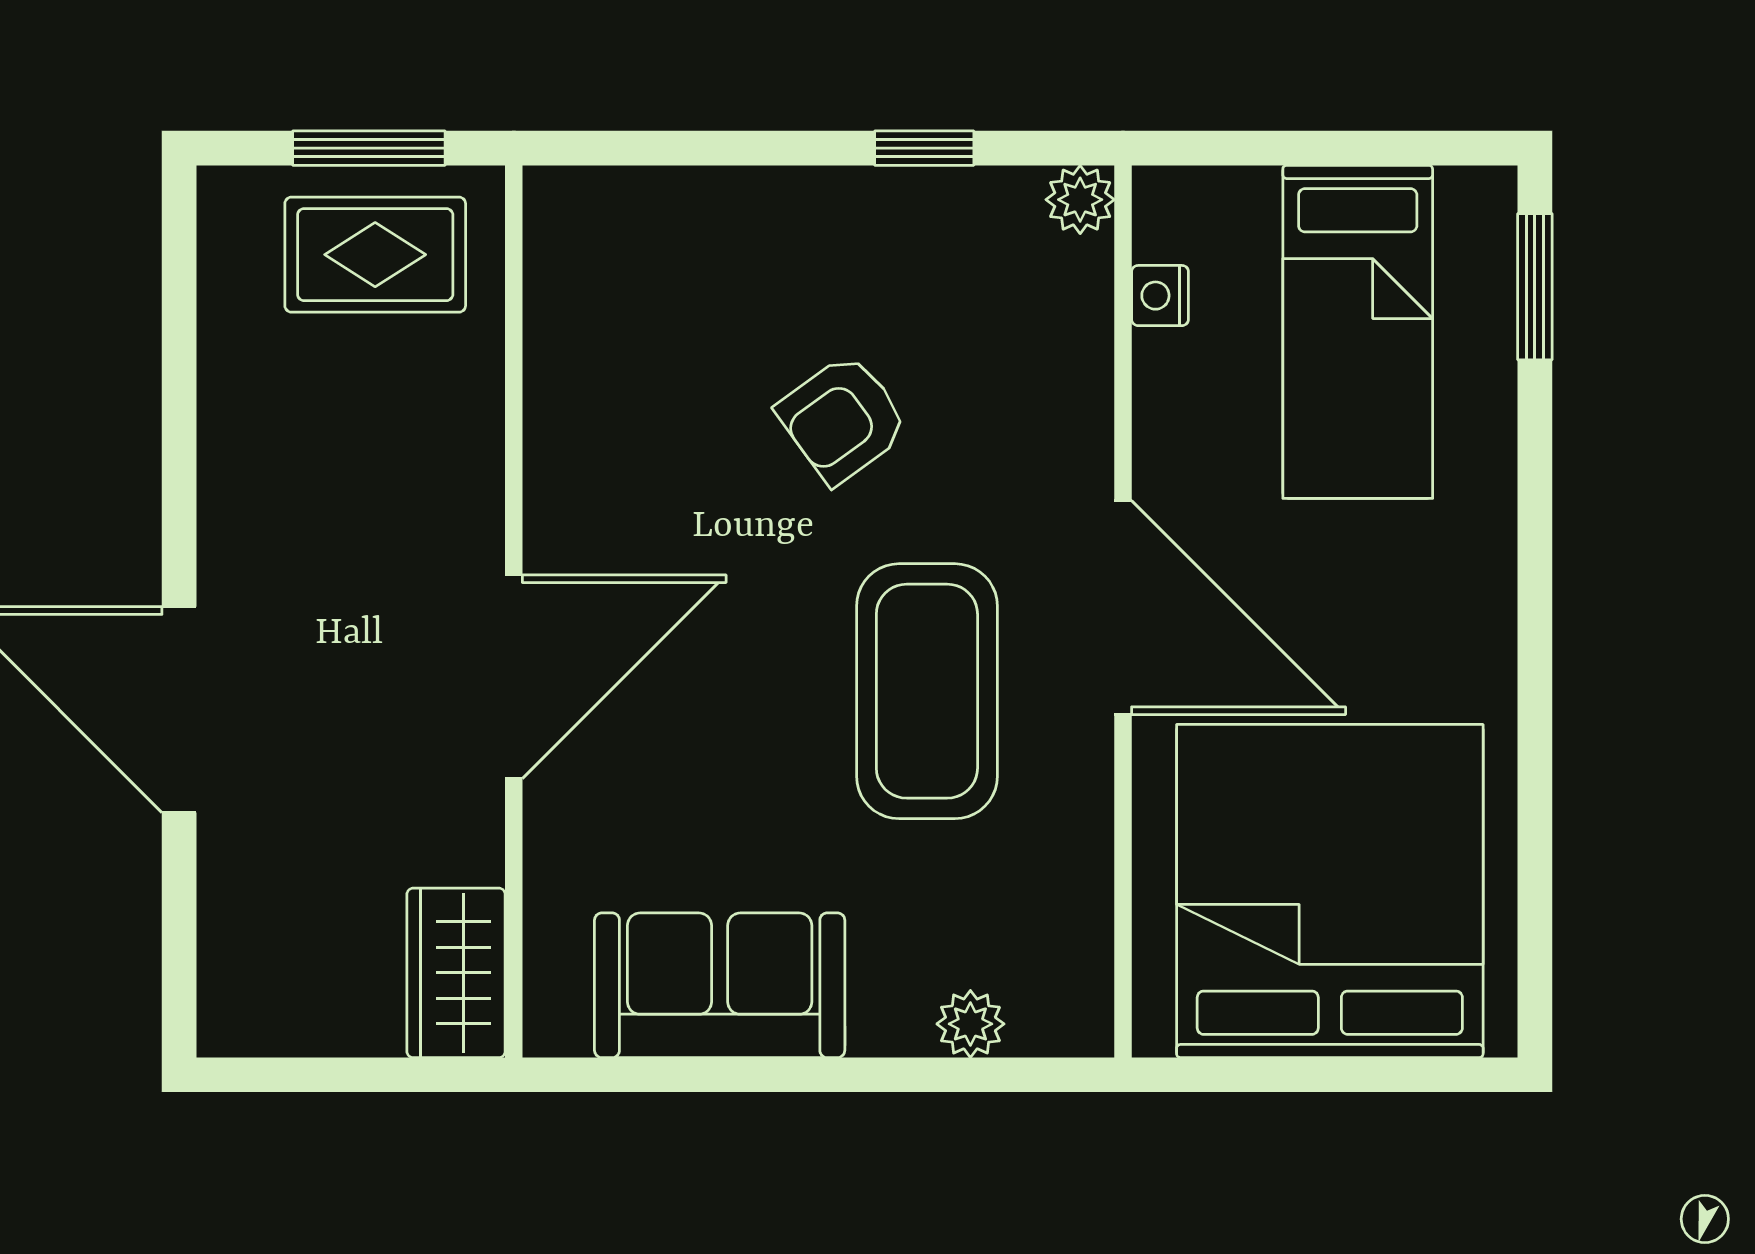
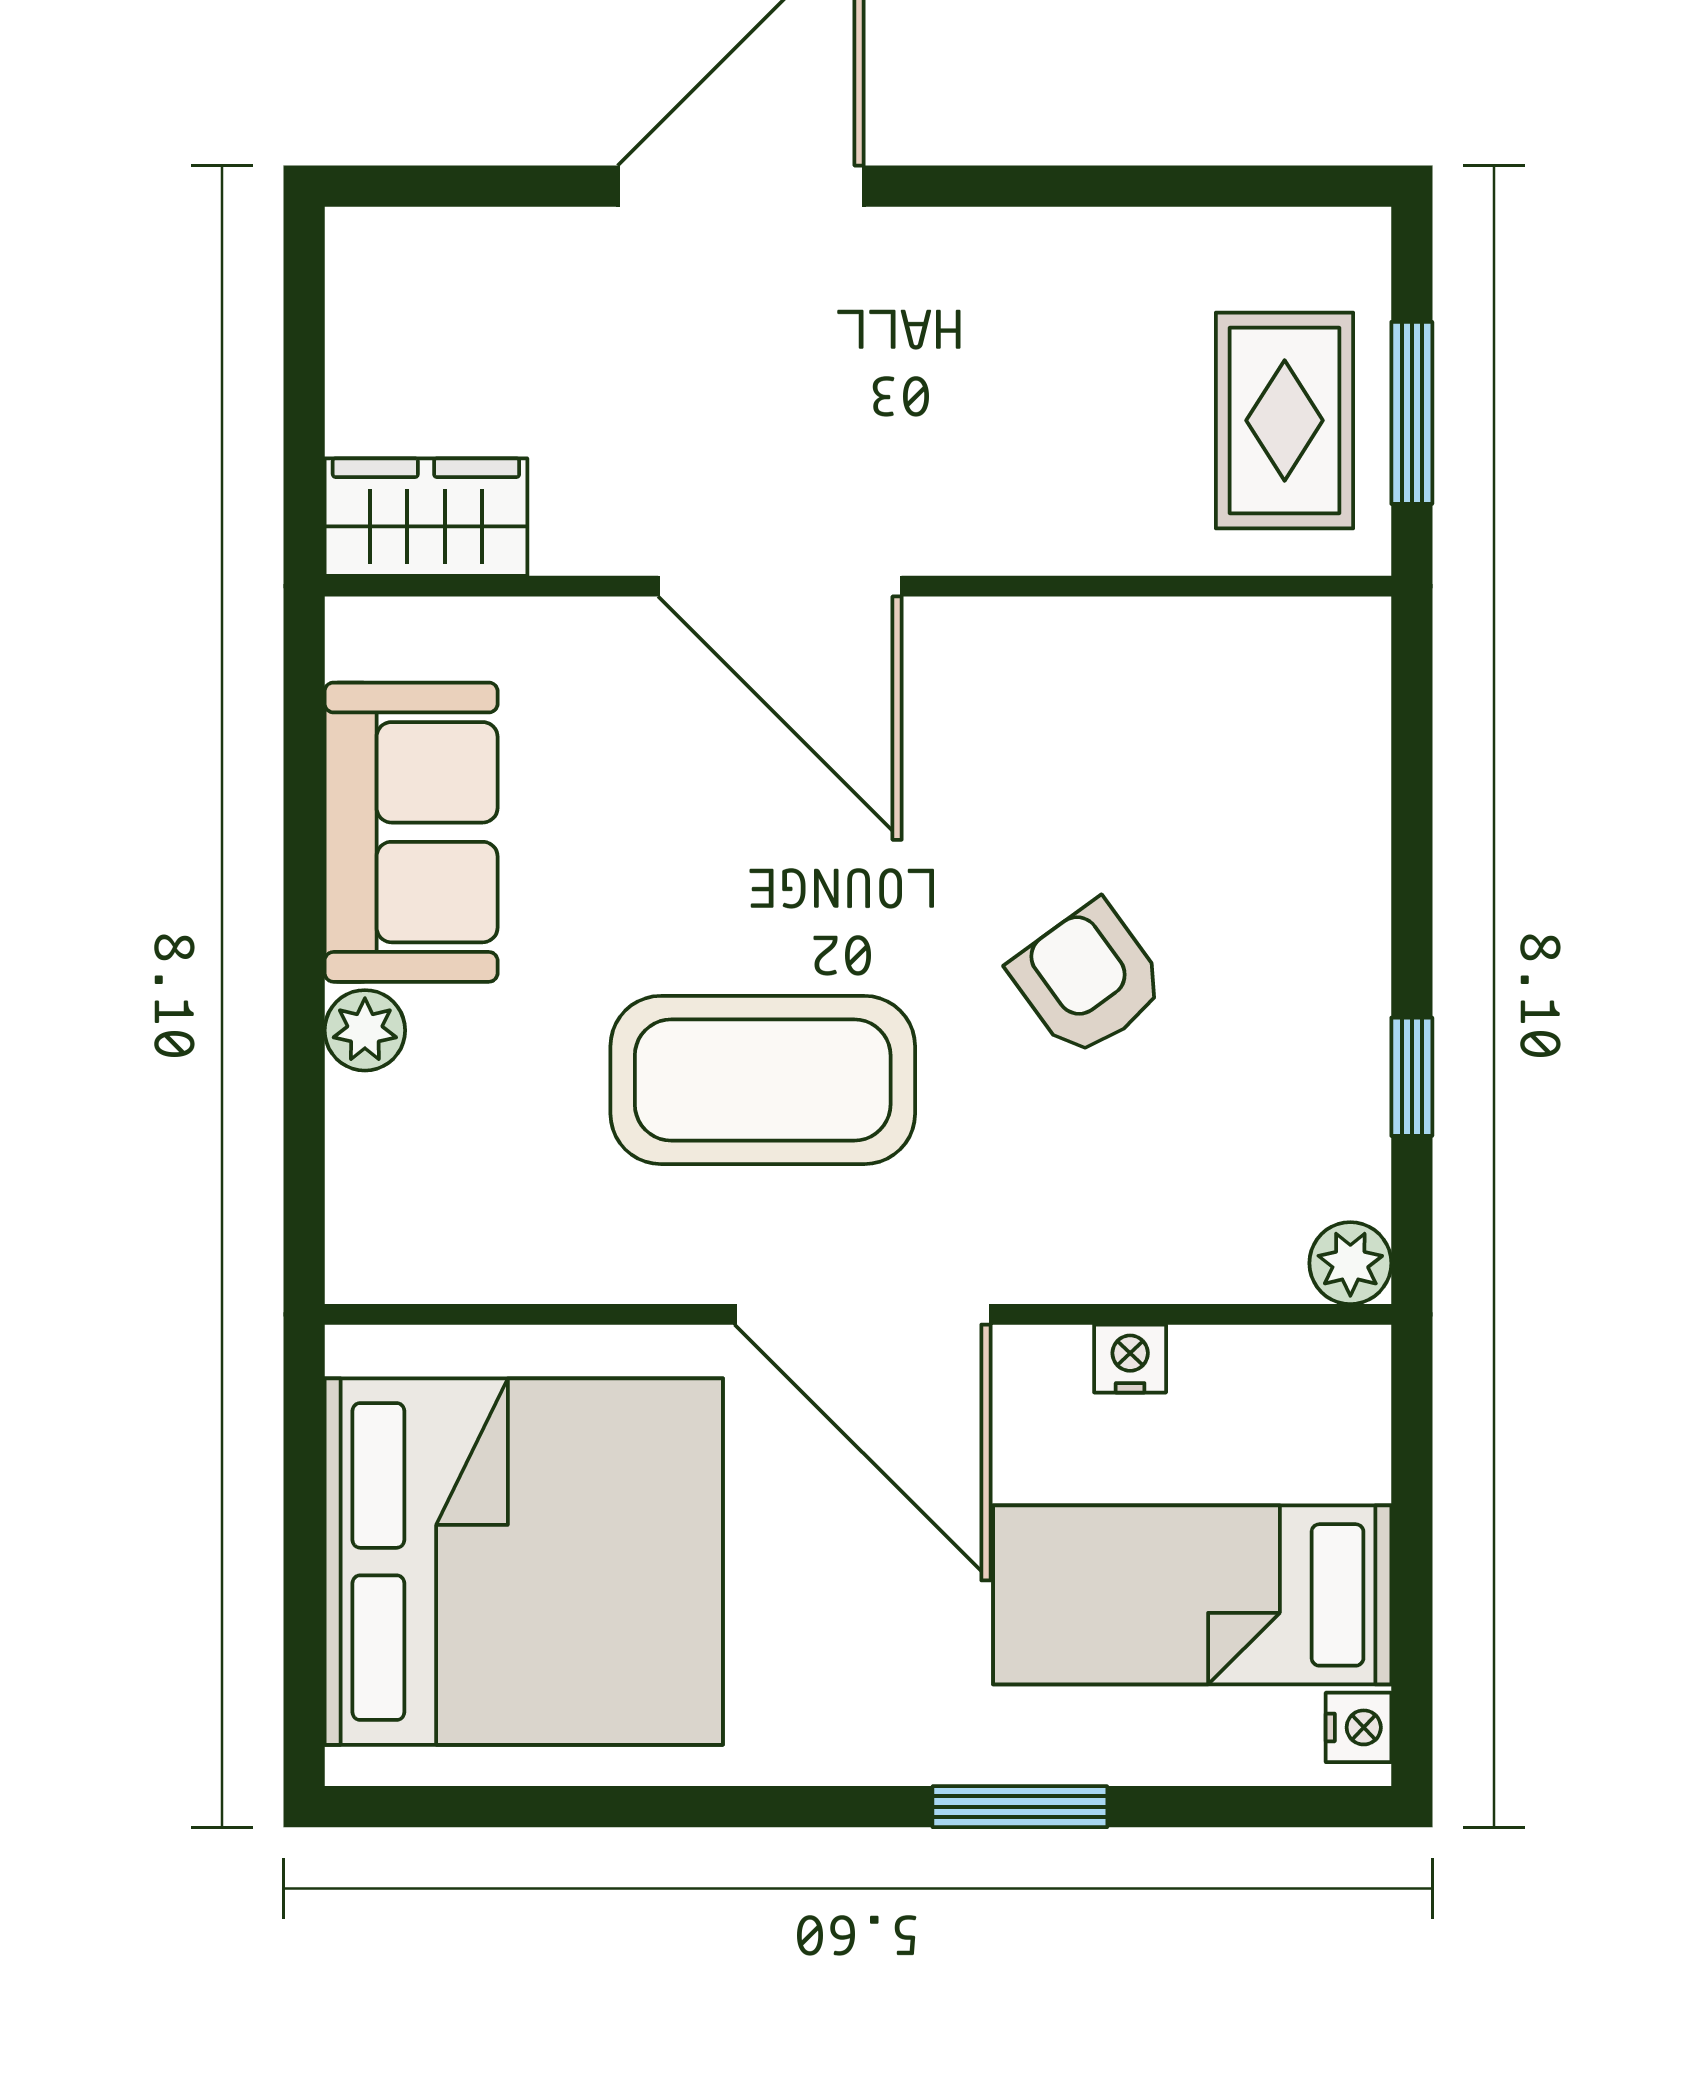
nightstand: (1469, 193) -> (1358, 1727), added
window: (1535, 287) -> (1020, 1807), moved
nightstand: (1160, 296) -> (1130, 1359), moved
door: (1123, 608) -> (863, 1314), hinge flipped
plant: (970, 1024) -> (365, 1030), moved

